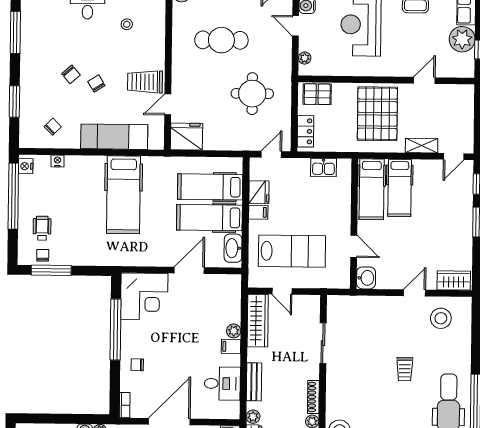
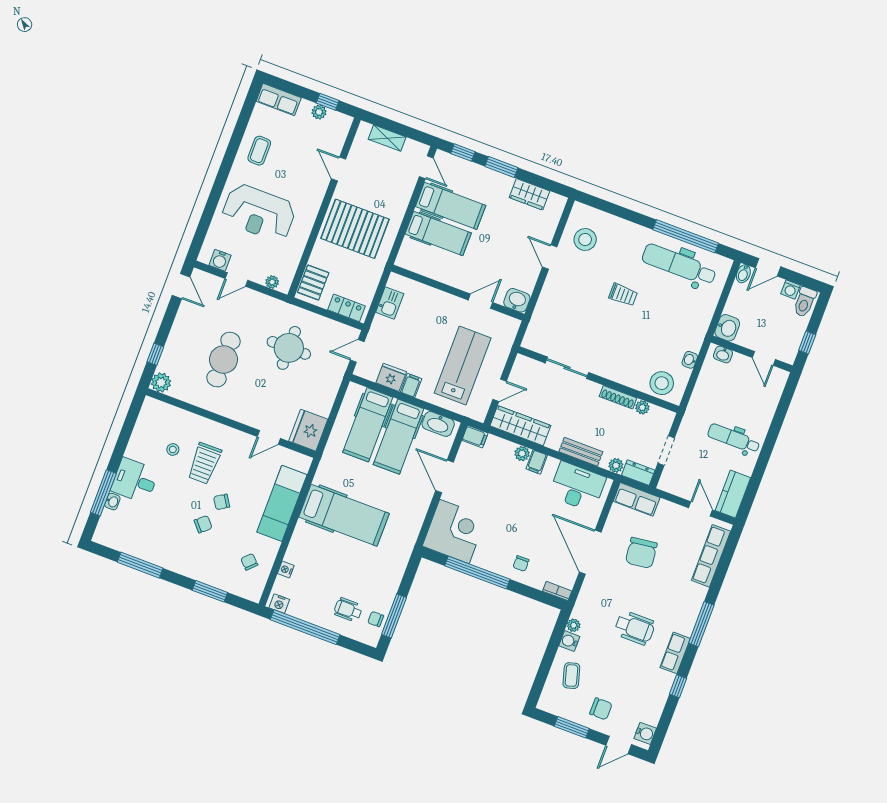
plant: (462, 39) -> (319, 112), width x0.53, depth x0.53
trolley: (145, 82) -> (204, 463), moved
door: (168, 104) -> (269, 437), hinge flipped
shelving: (422, 146) -> (387, 138), moved, turned 90
door: (271, 154) -> (357, 351), hinge flipped
hospital bed: (372, 189) -> (451, 206), moved
wardrobe: (454, 280) -> (529, 194), moved, turned -90
filing cabinet: (234, 284) -> (475, 437), added
desk: (222, 384) -> (577, 487), width x1.37

